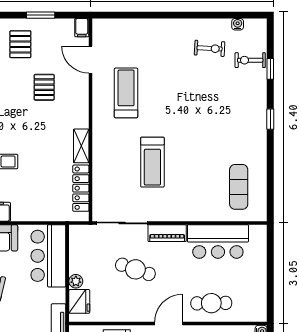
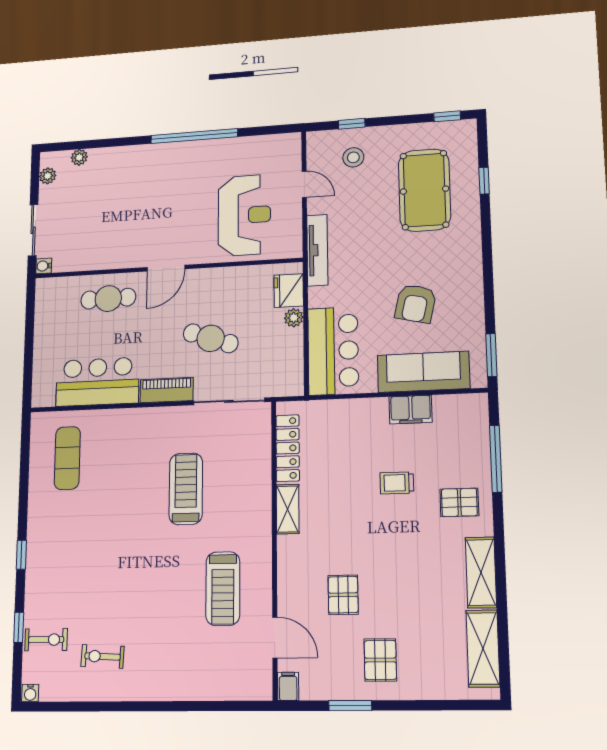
water cooler: (238, 24) -> (30, 693), moved

